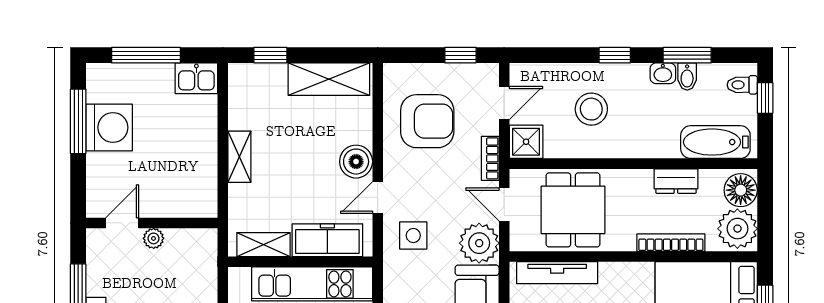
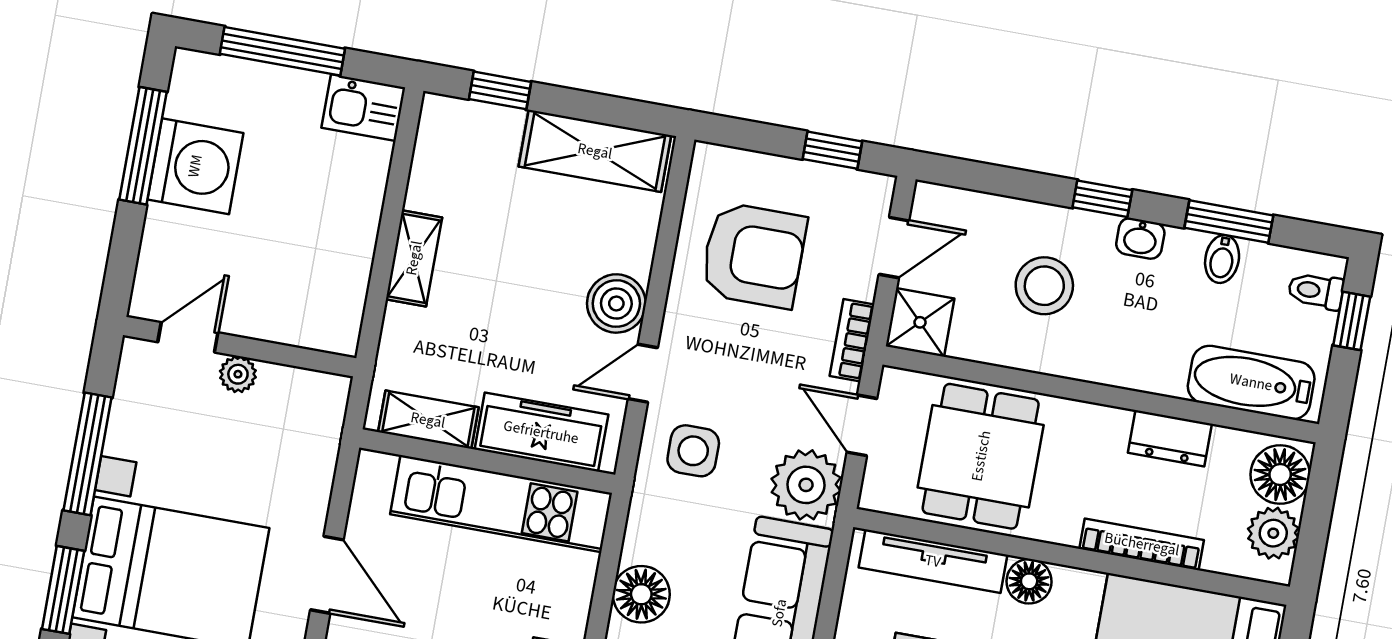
washbasin: (663, 73) -> (1140, 238), moved
plant: (737, 229) -> (1273, 533), width x0.73, depth x0.73
floor lamp: (612, 274) -> (1029, 581), added

